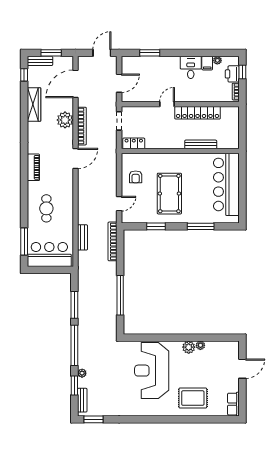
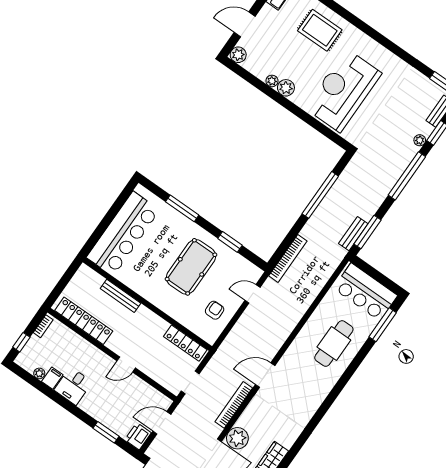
printer: (232, 74) -> (138, 436), moved, turned 180
locker: (198, 113) -> (84, 321), moved
plant: (65, 120) -> (237, 438), moved
locker: (134, 143) -> (185, 343), width x1.53
piano: (33, 167) -> (317, 397), removed
cafe table: (46, 208) -> (334, 344), width x1.37, depth x1.35
bench: (83, 237) -> (353, 234), moved
window: (74, 305) -> (367, 232), moved
plant: (233, 347) -> (238, 55), added
reception desk: (152, 371) -> (343, 91), turned 180

